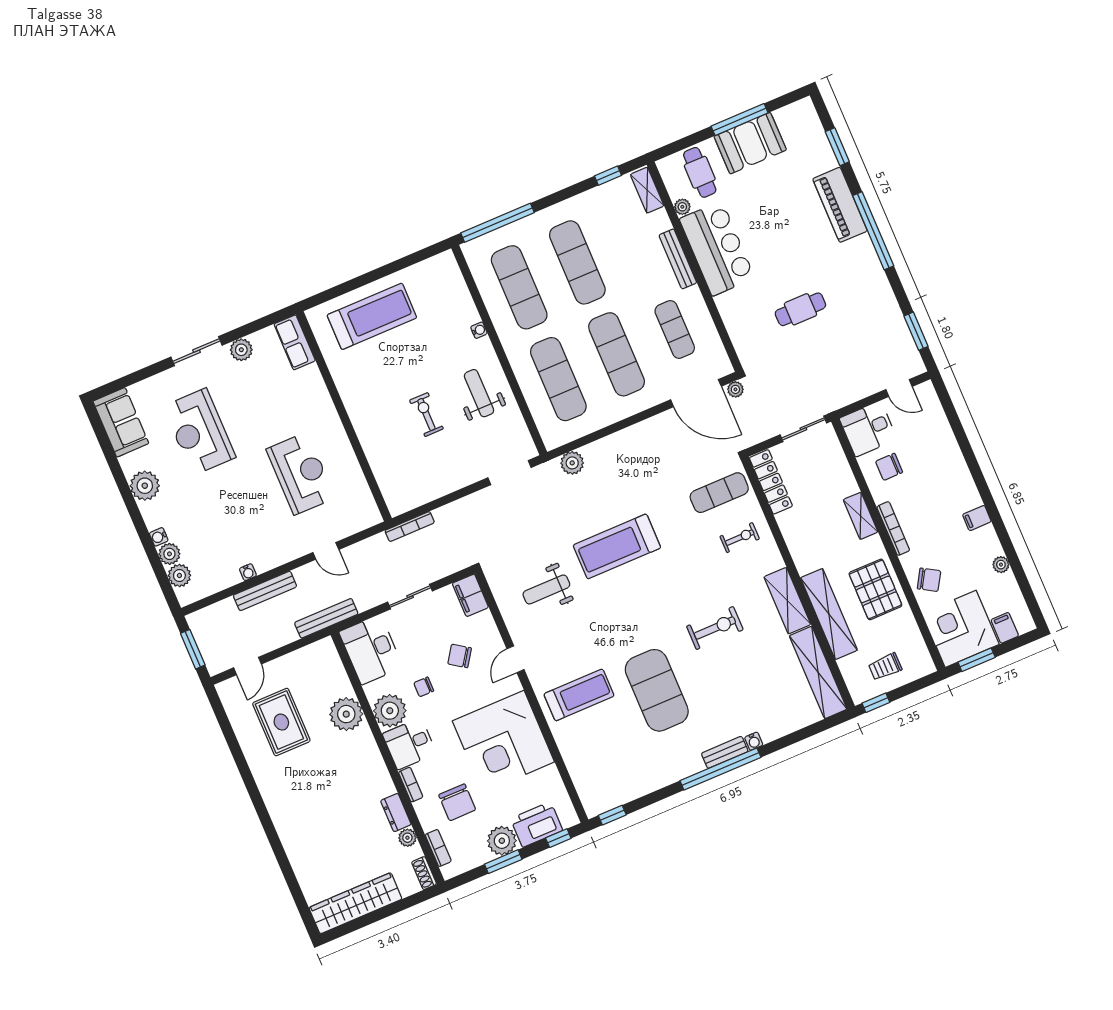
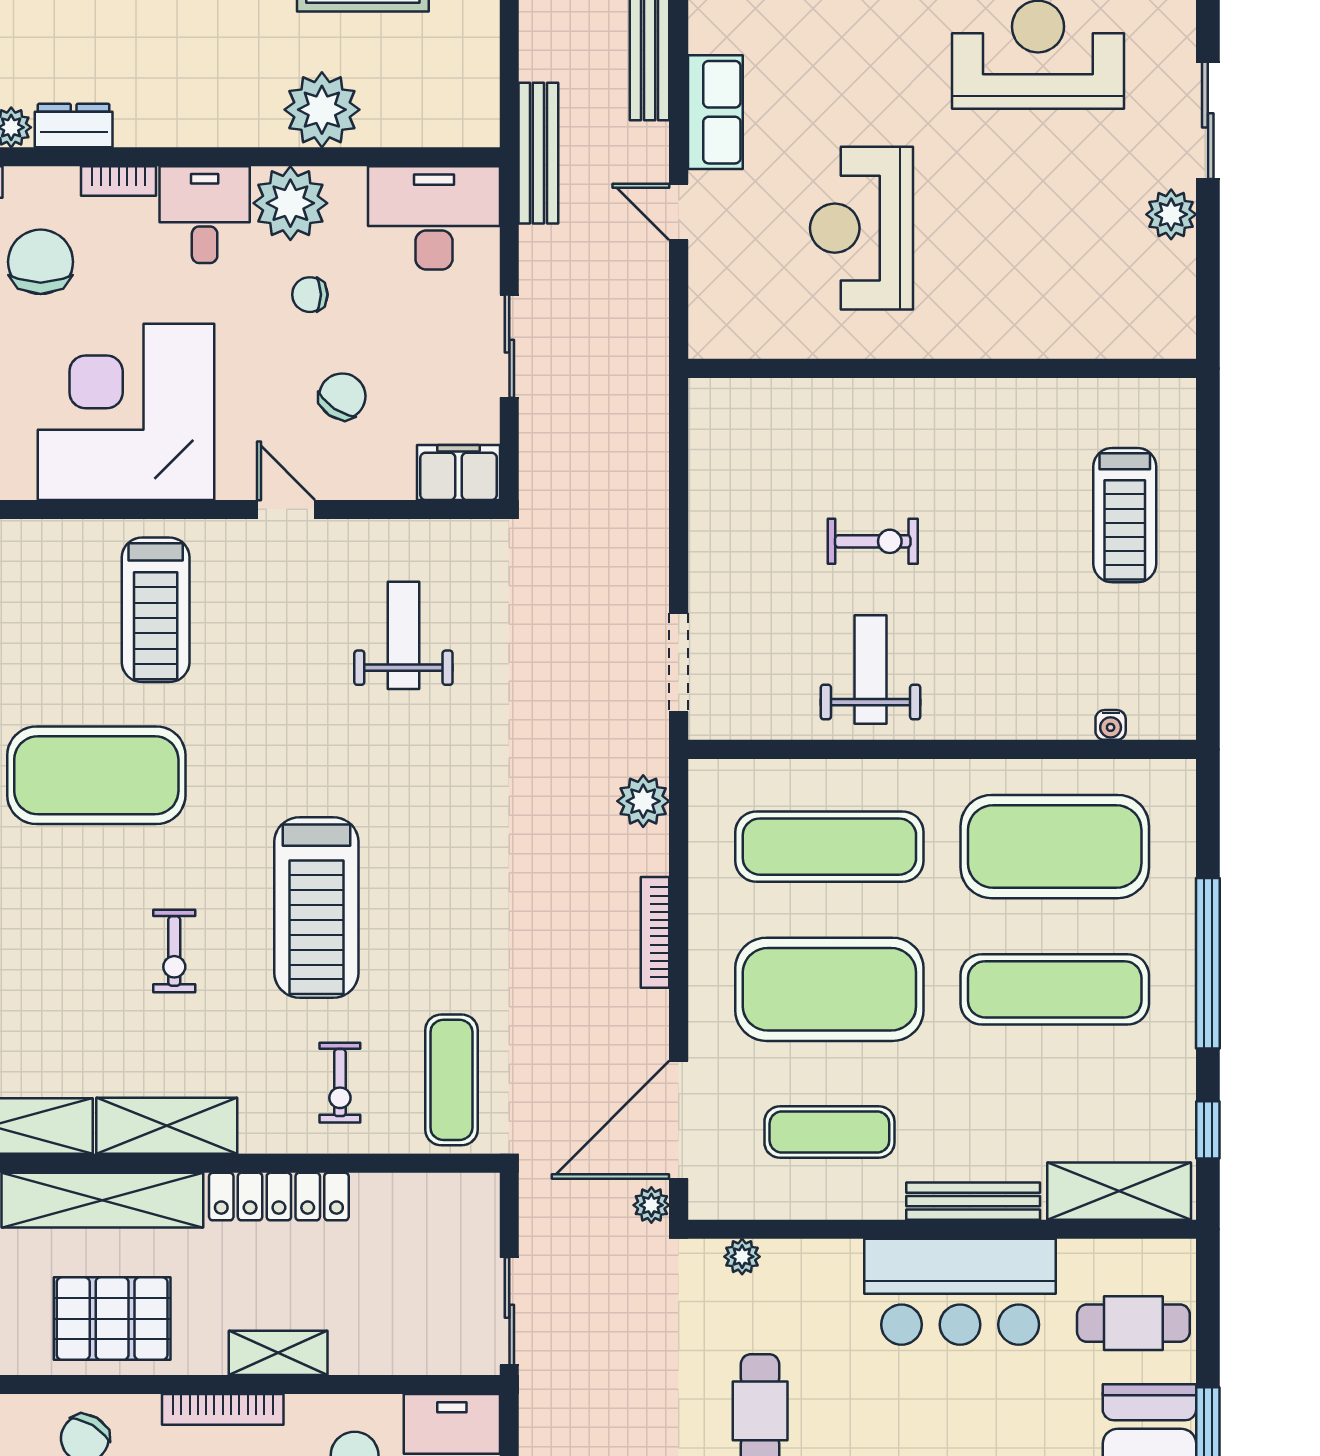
shelving: (647, 190) -> (1119, 1191), width x1.50, depth x1.33
plant: (682, 207) -> (742, 1257), moved
window: (497, 223) -> (1208, 963), moved
exercise mat: (519, 287) -> (1055, 847), width x1.47
treadmill: (372, 316) -> (1125, 515), width x0.73, depth x0.73
water cooler: (479, 330) -> (1111, 725), moved
row of seats: (295, 342) -> (715, 112), moved, turned 90
exercise mat: (617, 354) -> (829, 989), width x1.47
weight bench: (479, 393) -> (871, 669), turned -90
reception desk: (301, 474) -> (861, 228), turned 90
locker: (771, 482) -> (279, 1197), moved
bookcase: (410, 527) -> (655, 932), moved
treadmill: (617, 546) -> (316, 907), moved, turned 180
door: (326, 551) -> (679, 212), hinge flipped
water cooler: (248, 572) -> (704, 31), removed
exercise bike: (715, 628) -> (174, 951), width x0.73, depth x0.72
chair: (424, 687) -> (310, 295), turned -90
chair: (457, 802) -> (41, 262), turned 90

